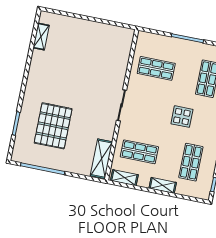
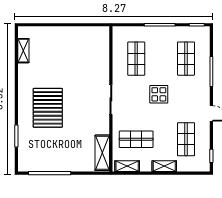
shop shelf: (156, 68) -> (136, 59), turned 90
display table: (182, 117) -> (159, 94), moved
pallet: (53, 126) -> (48, 108), moved

